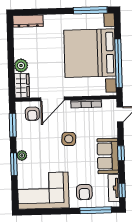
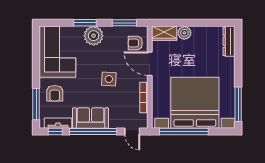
window: (121, 153) -> (93, 131), width x3.17
plant: (22, 155) -> (94, 36), width x1.87, depth x1.87
armchair: (84, 192) -> (55, 93), turned -90

